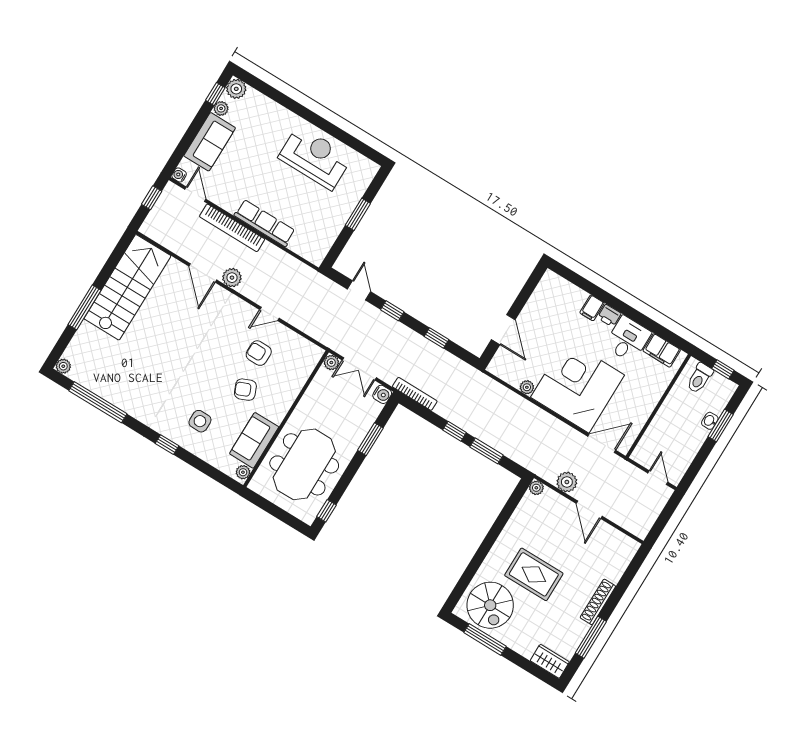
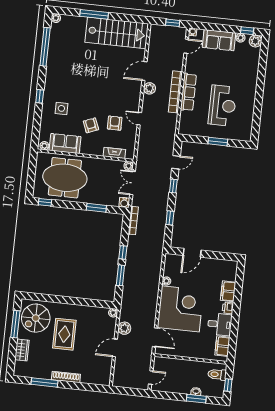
reception desk: (315, 158) -> (222, 106), moved
bookcase: (232, 228) -> (175, 92), moved
filing cabinet: (592, 308) -> (228, 291), width x2.00
fireplace: (302, 374) -> (114, 153), added
wardrobe: (550, 661) -> (22, 350), moved

